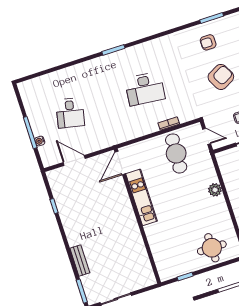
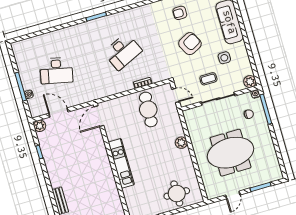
desk: (145, 89) -> (123, 52), turned -30
desk: (70, 113) -> (56, 71), width x1.37
plant: (53, 176) -> (40, 126), added
kitchen unit: (142, 197) -> (121, 163), moved

